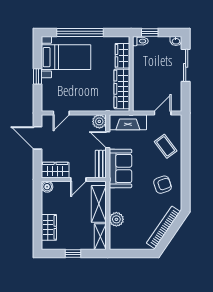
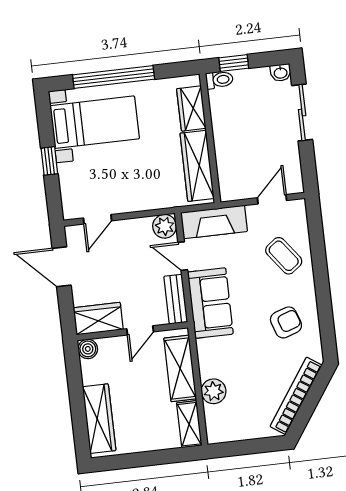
wardrobe: (49, 227) -> (99, 419), width x1.50
window: (73, 254) -> (146, 459), removed

